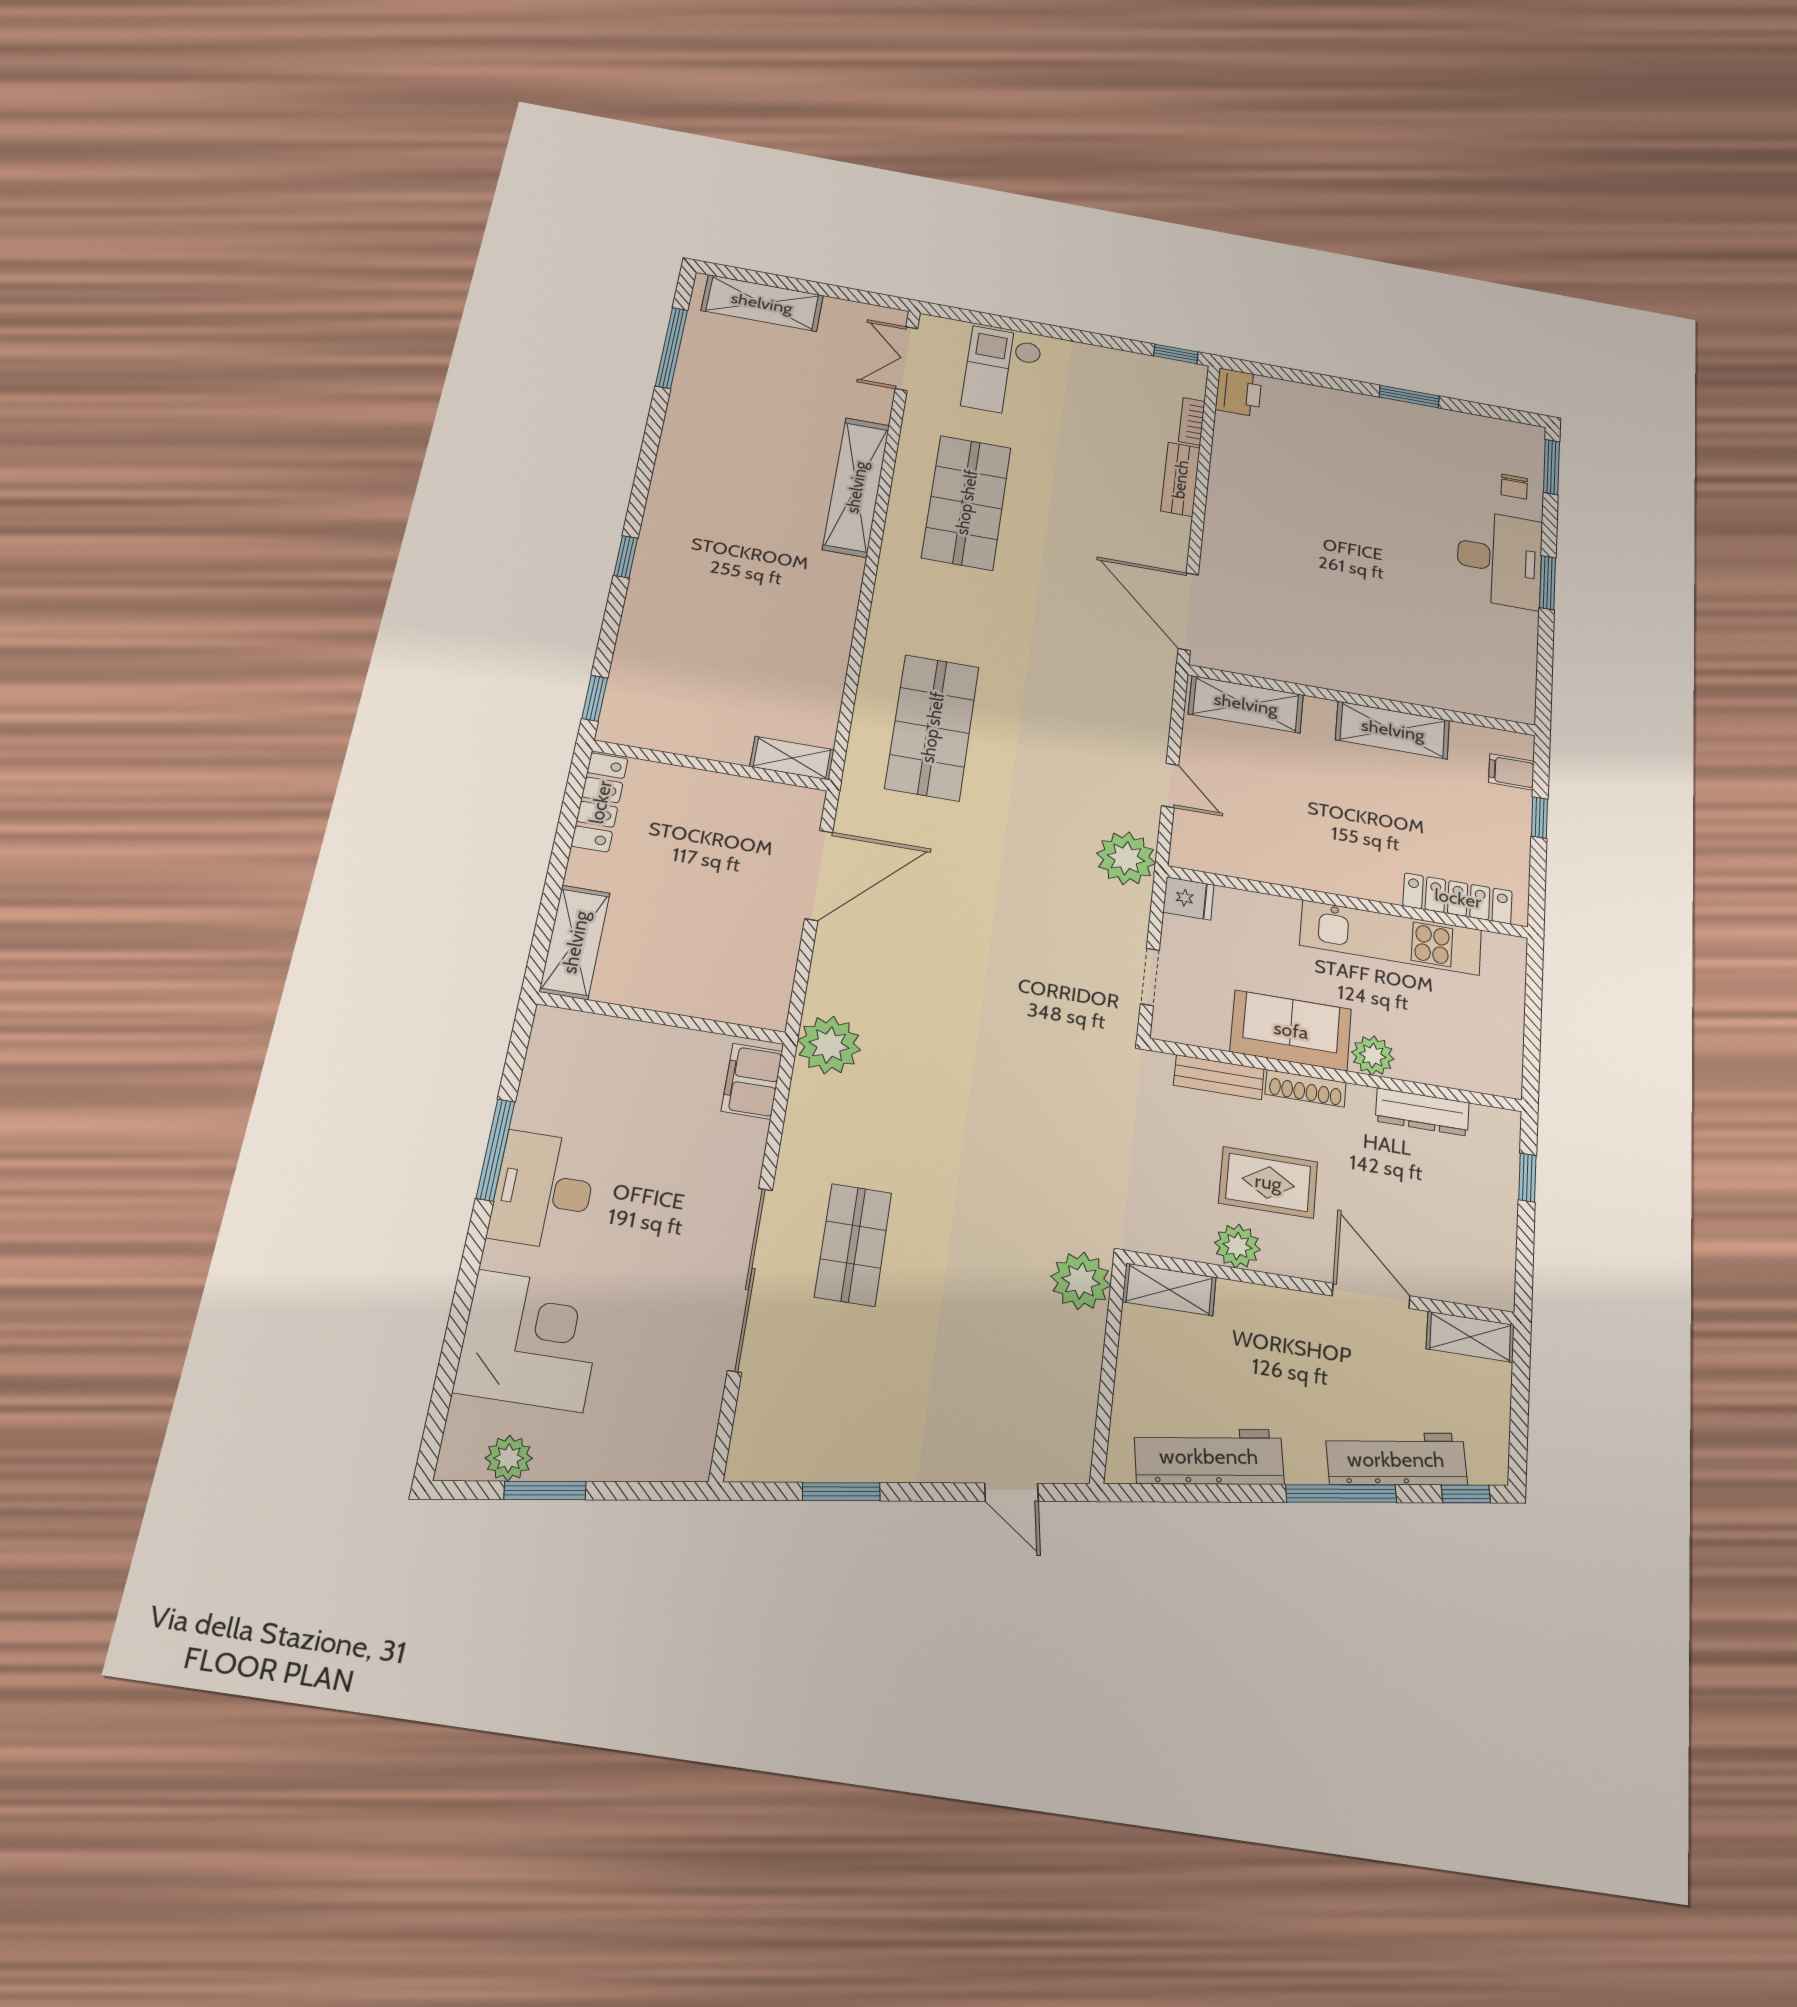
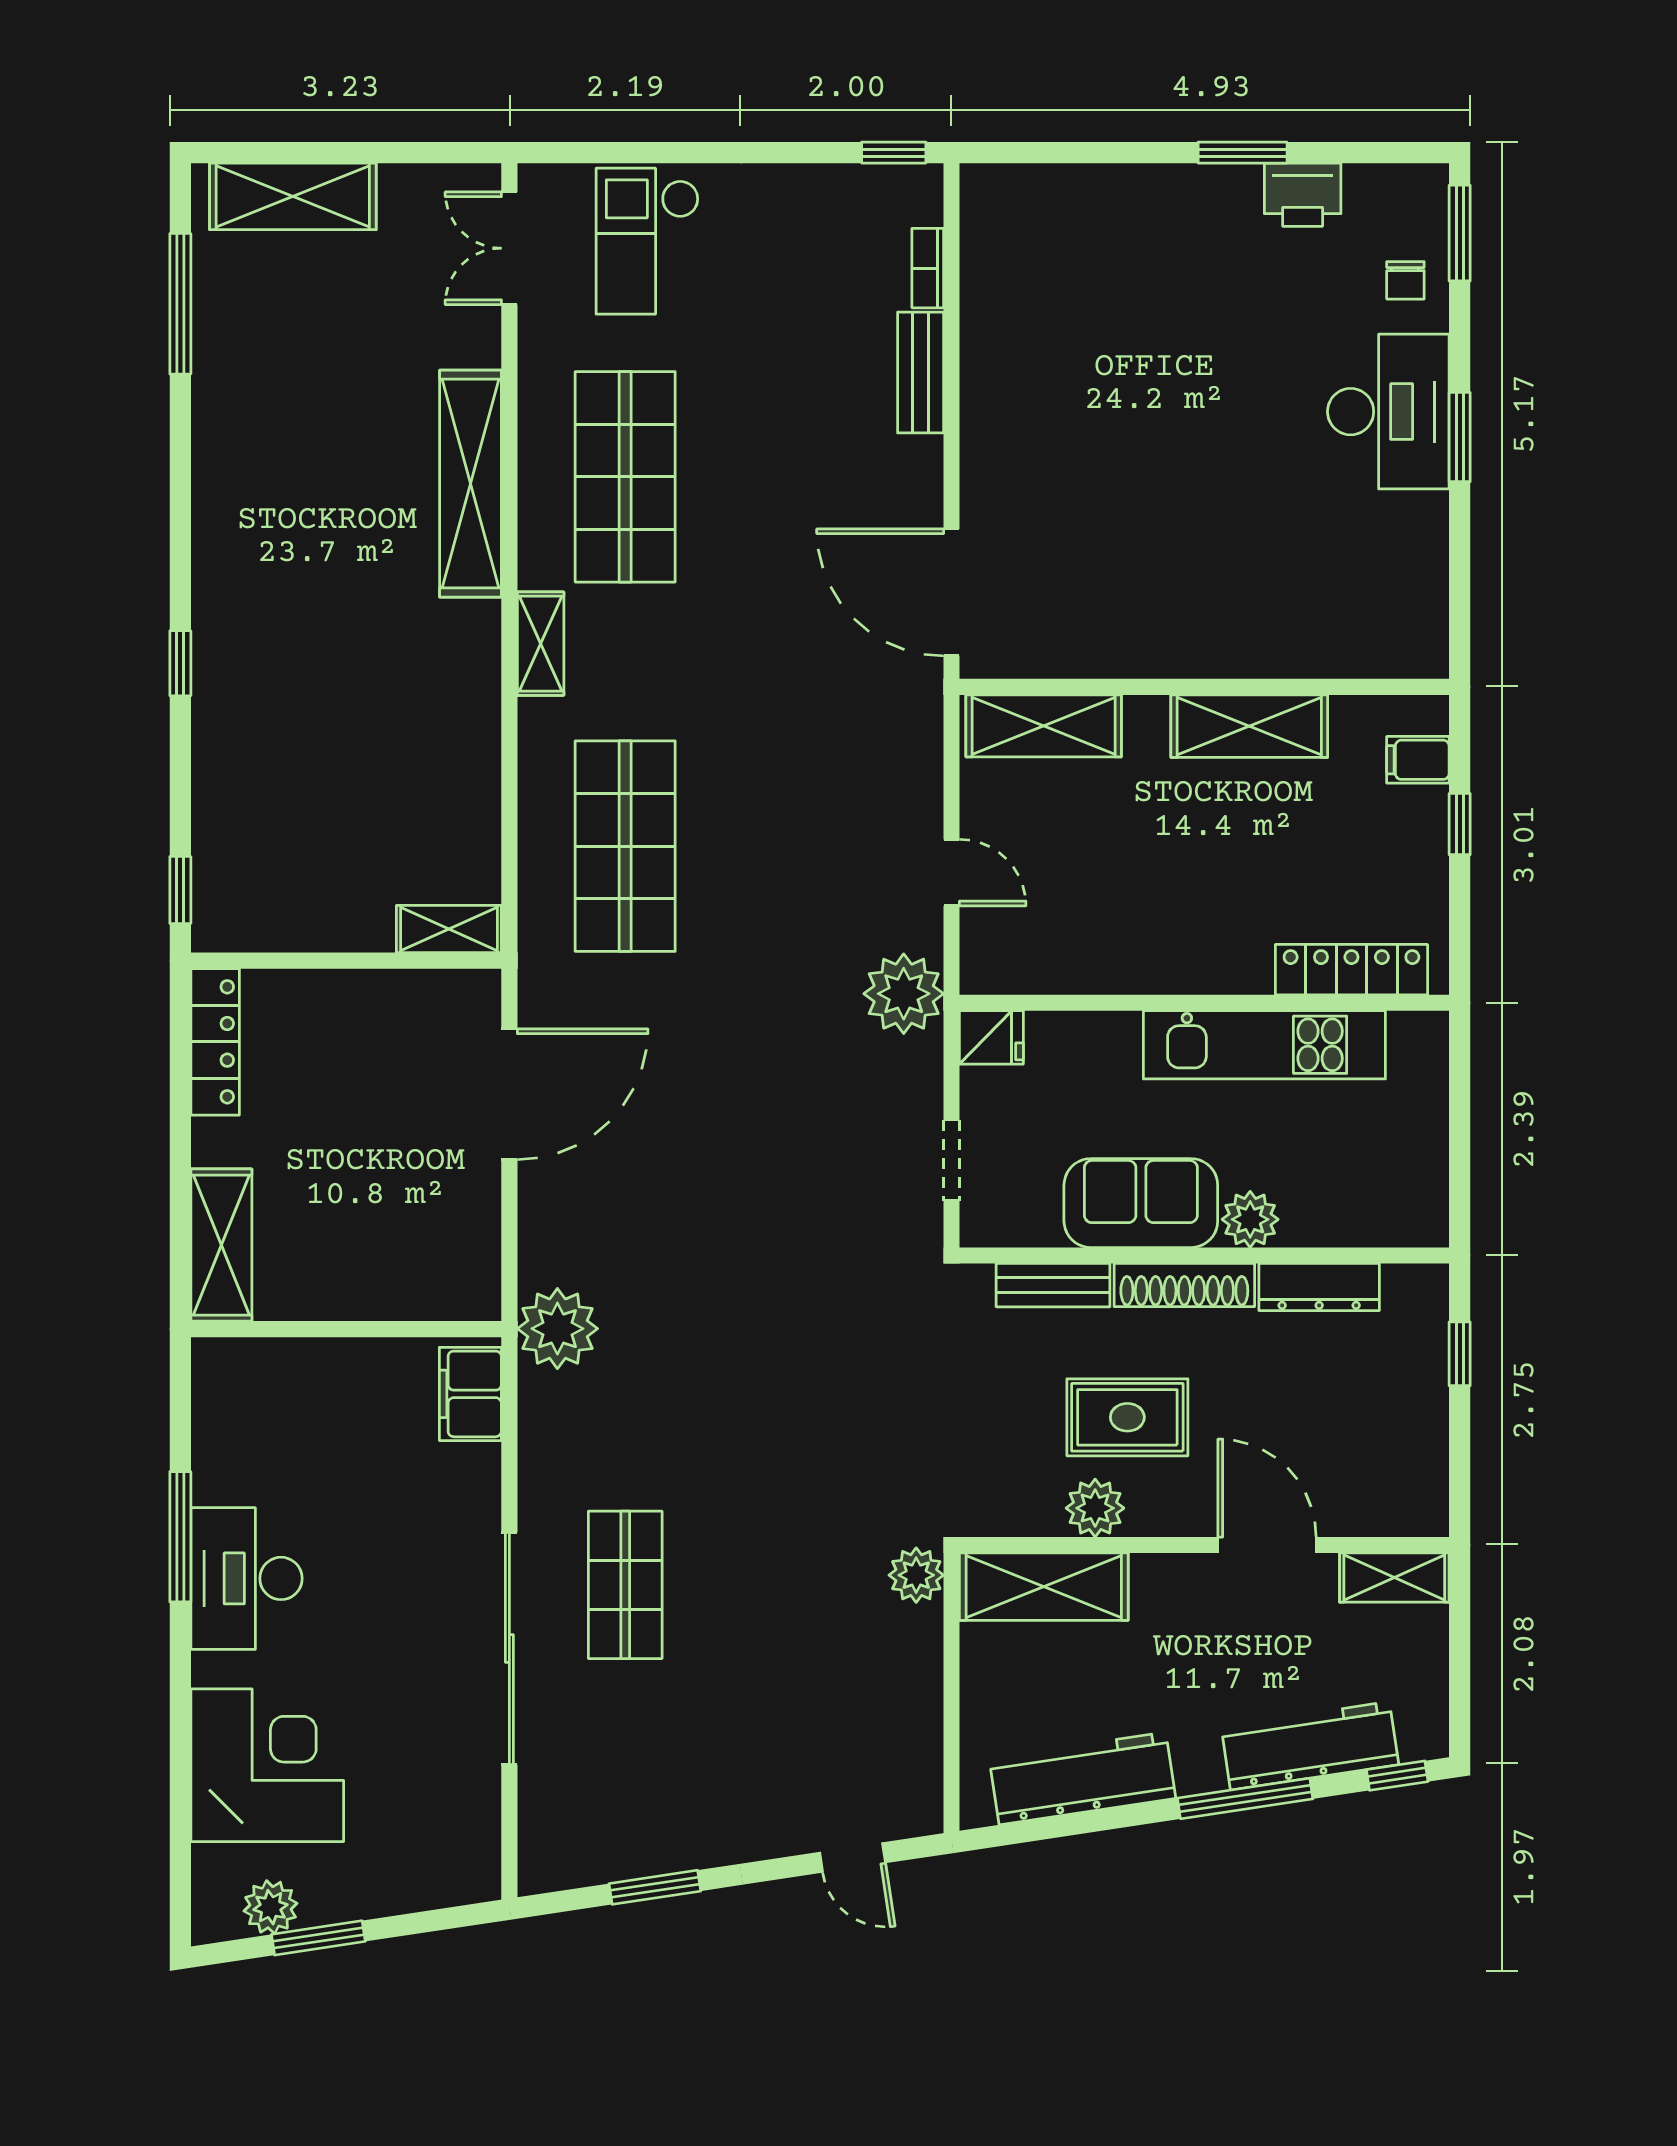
printer: (1239, 392) -> (1303, 195), moved, turned 90
shelving: (890, 591) -> (541, 644), added
shoe rack: (1306, 1088) -> (1184, 1285), width x1.36, depth x1.24
plant: (1081, 1281) -> (916, 1575), width x0.73, depth x0.73
shelving: (1169, 1290) -> (1044, 1587), width x1.50, depth x1.33

